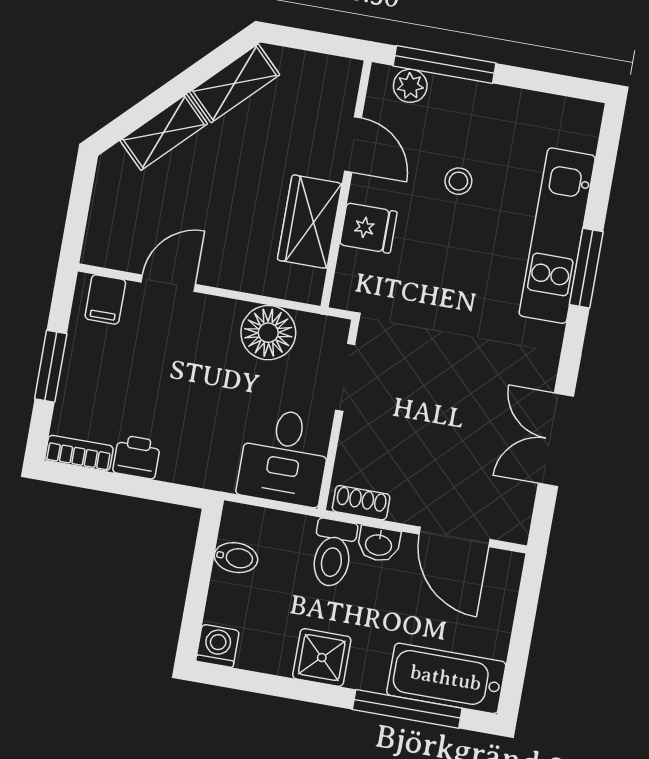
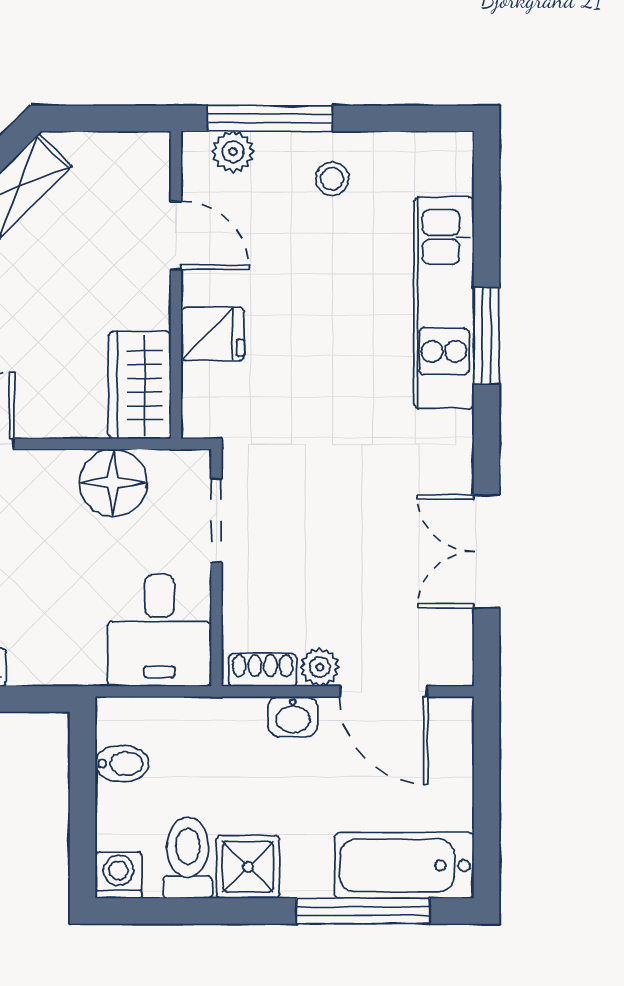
stool: (458, 181) -> (332, 179), moved
wardrobe: (310, 222) -> (140, 385), moved
plant: (407, 509) -> (320, 667), added
toilet: (333, 553) -> (188, 858), moved, turned 180

